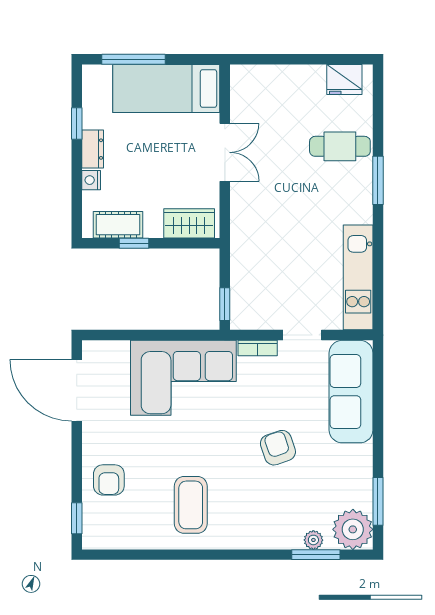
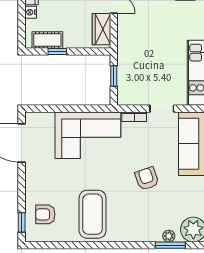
wardrobe: (189, 223) -> (101, 29), moved, turned -90
window: (225, 304) -> (114, 76), moved
armchair: (109, 480) -> (45, 214), moved, turned 90
coffee table: (191, 505) -> (93, 214), width x1.36, depth x1.32

